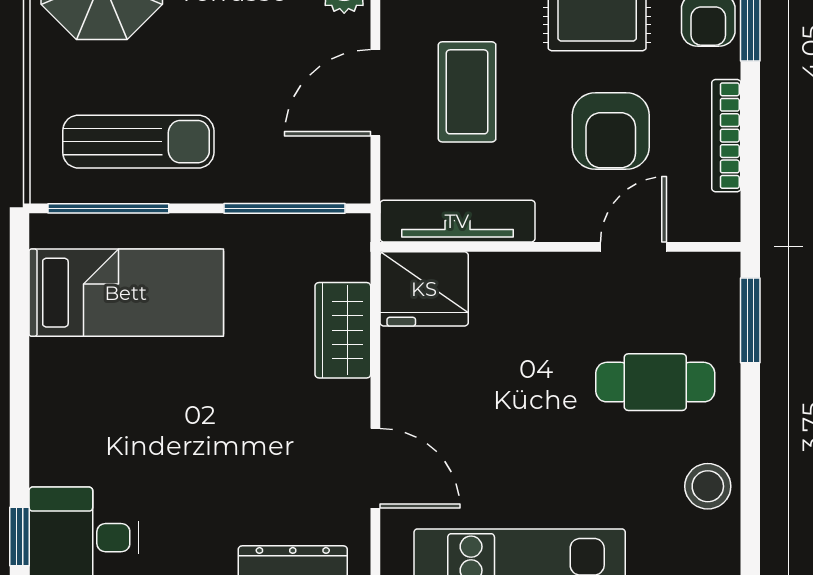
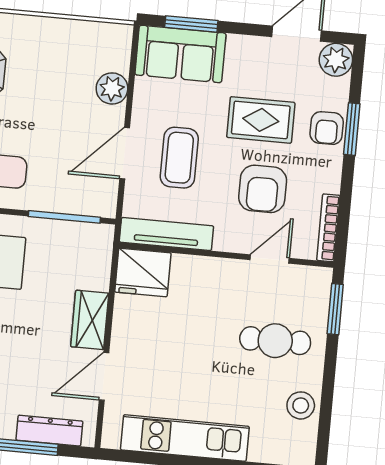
bookcase: (726, 136) -> (328, 228), moved
wardrobe: (343, 330) -> (90, 320), moved
door: (375, 468) -> (104, 376), swing flipped

